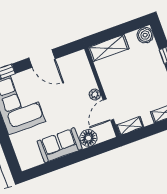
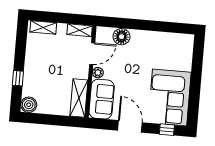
shelving: (108, 48) -> (79, 98), moved, turned 90
sofa: (60, 145) -> (102, 99), moved, turned -90

